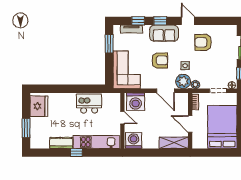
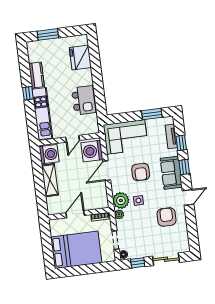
door: (166, 91) -> (107, 171), moved
fridge: (39, 106) -> (80, 57), moved, turned 90
shelving: (174, 143) -> (50, 180), moved

